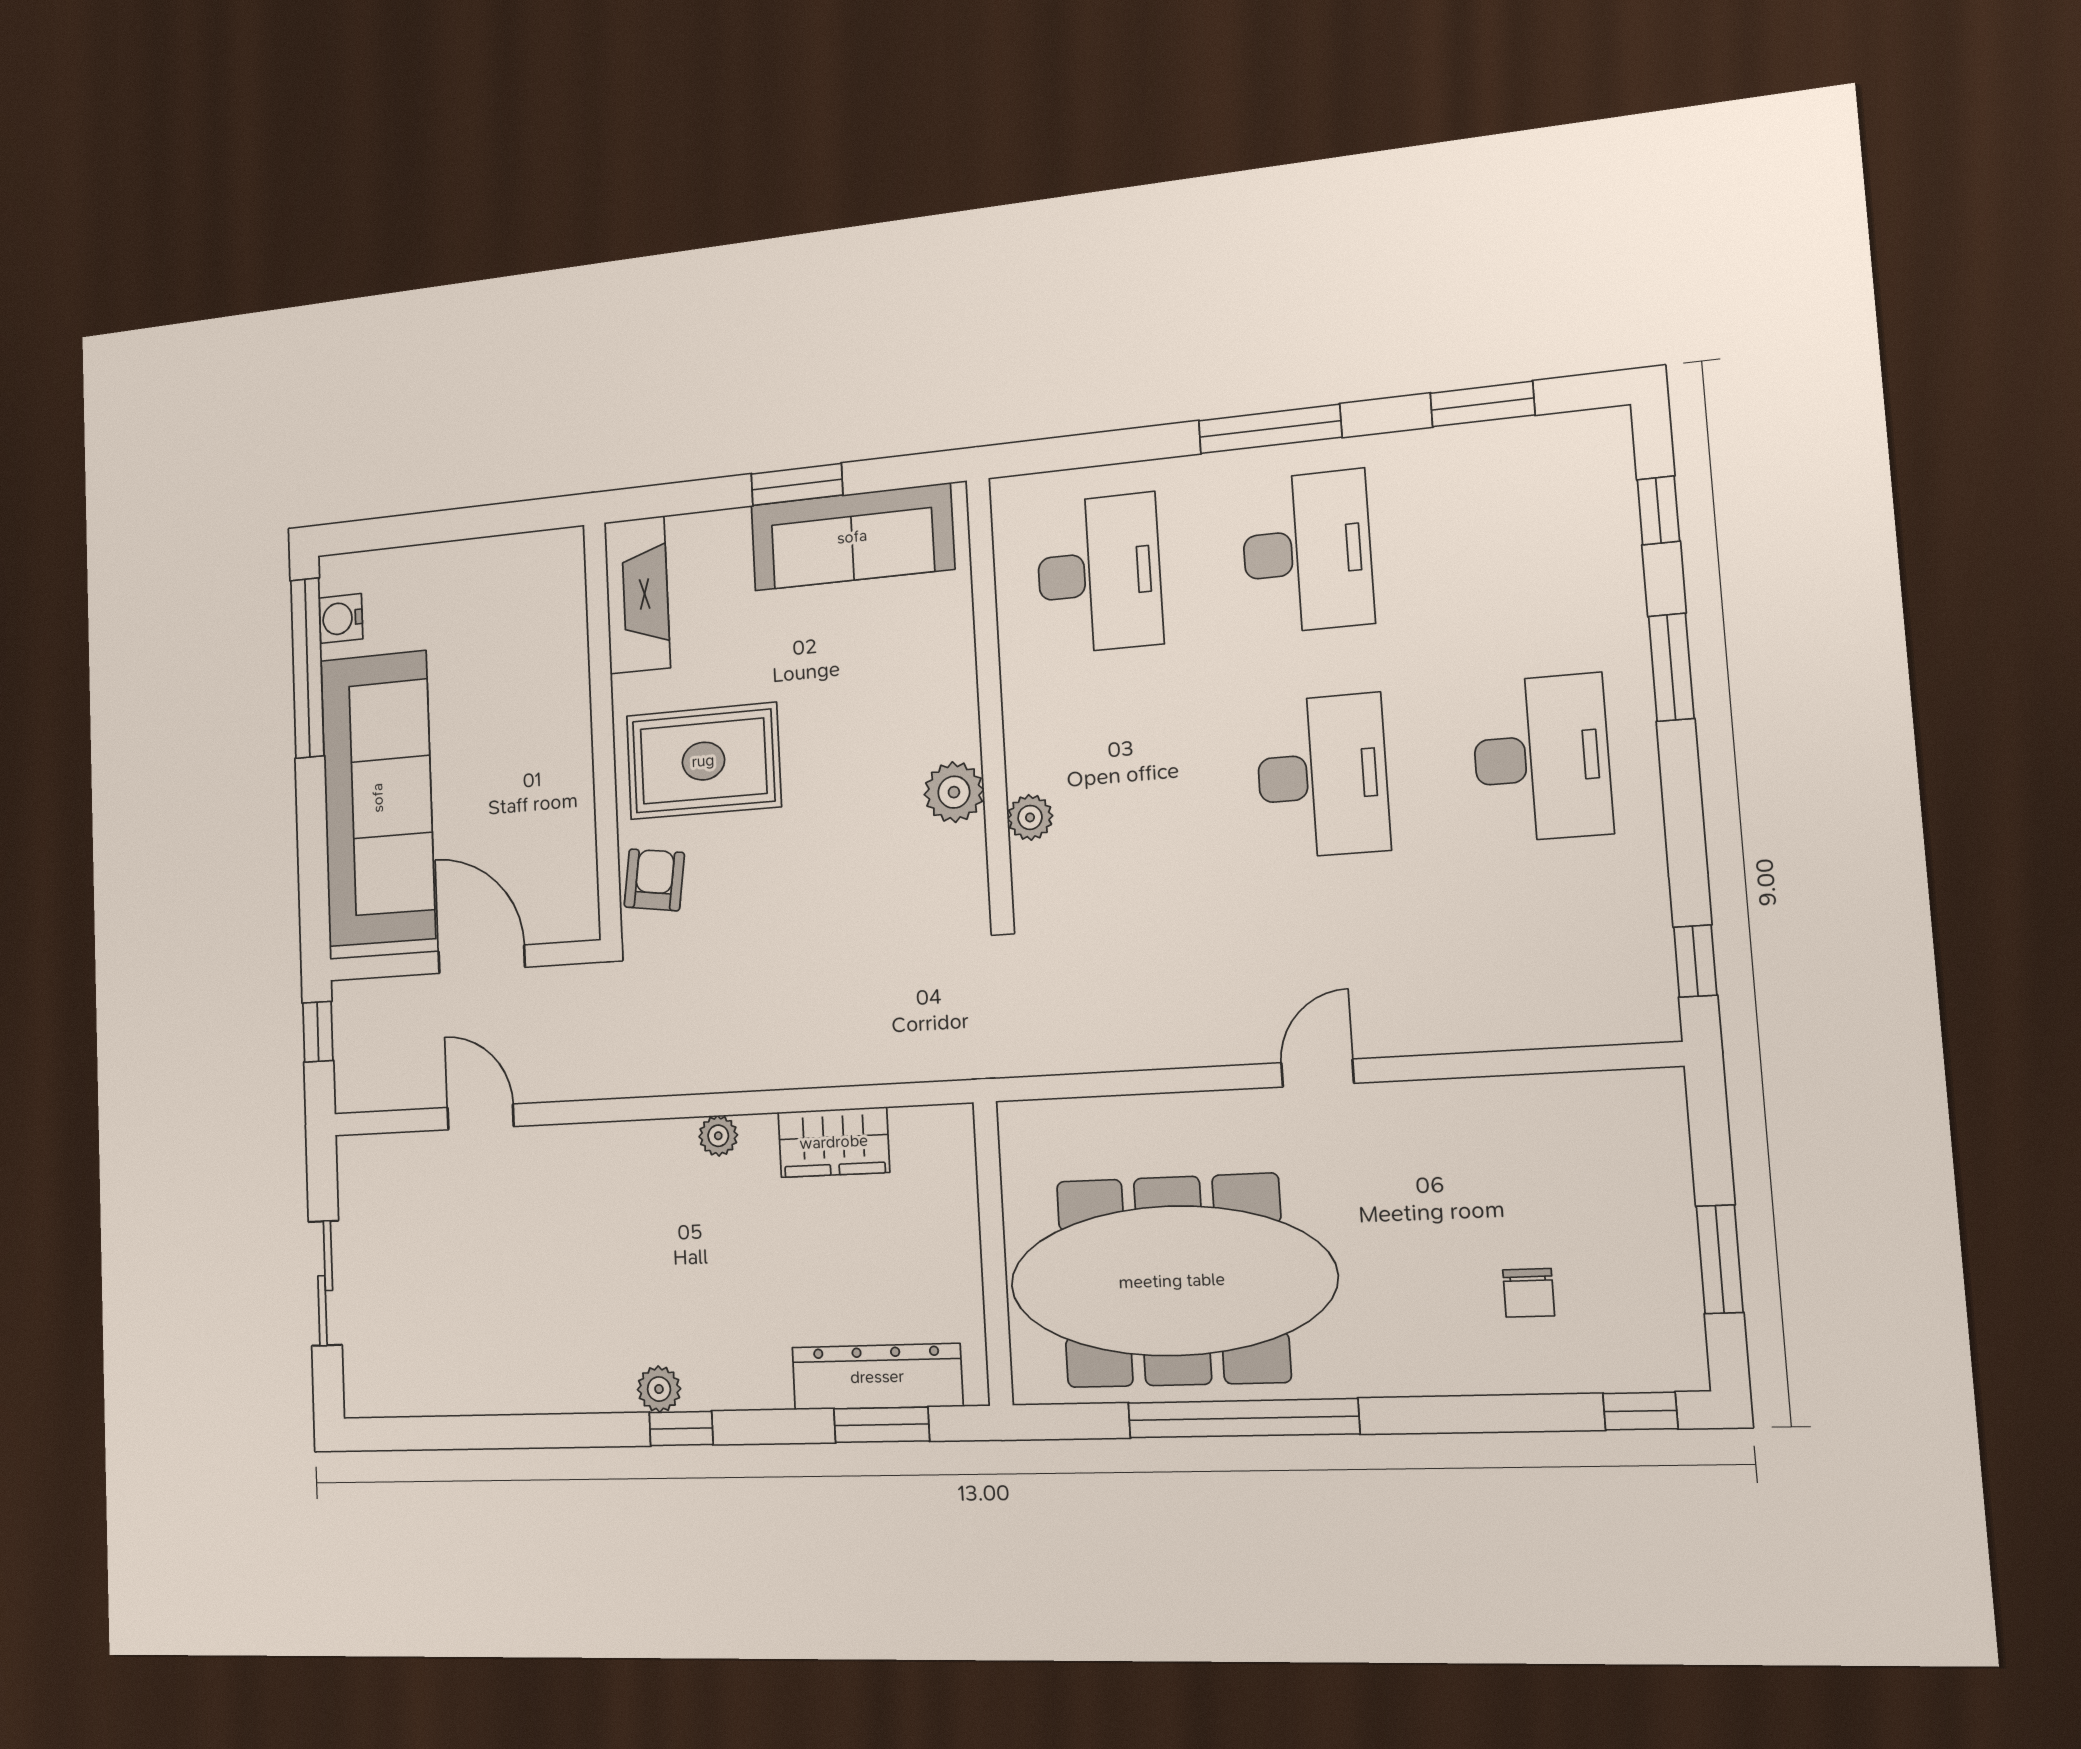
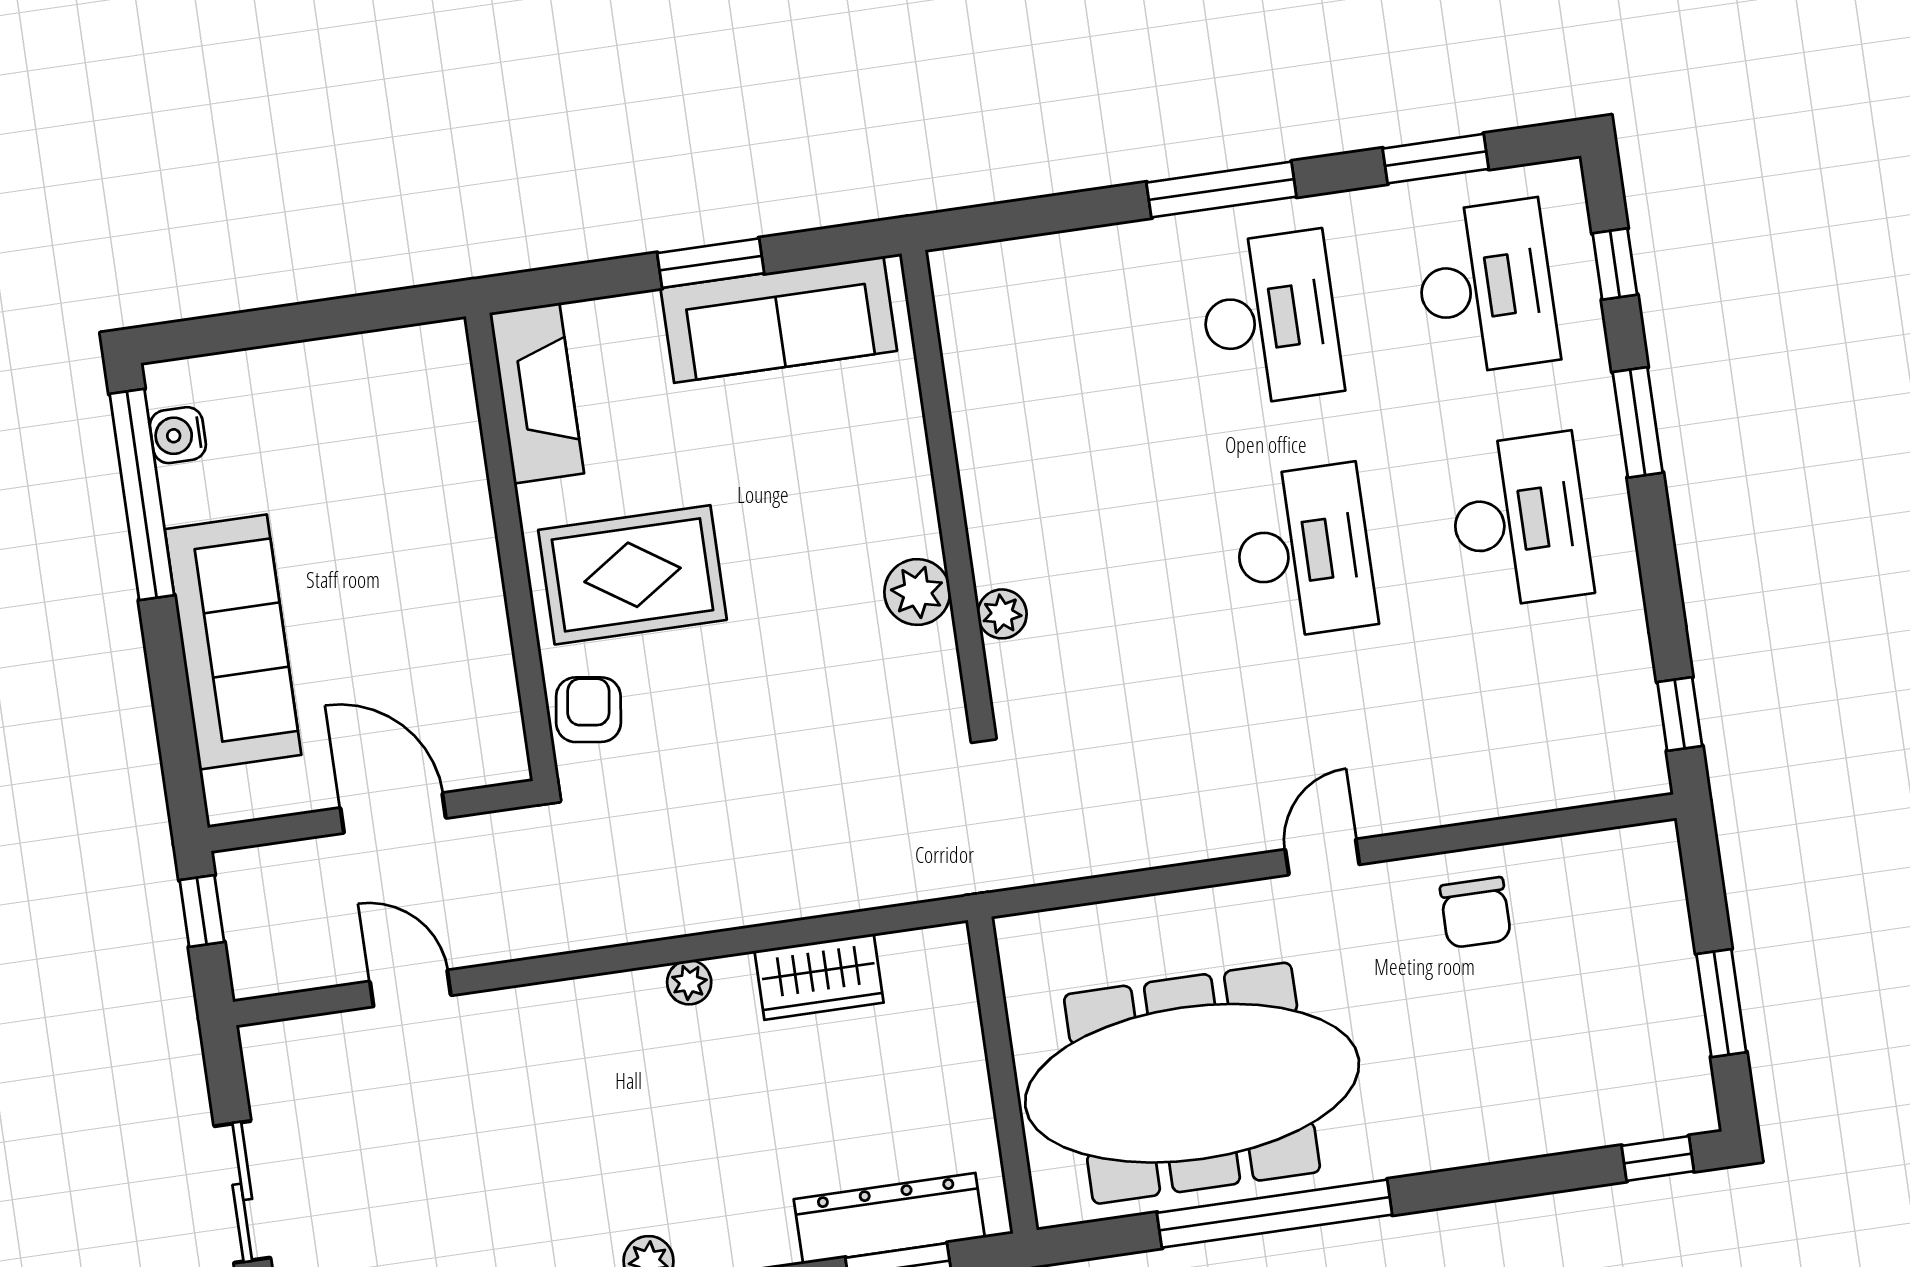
desk: (1099, 574) -> (1486, 287), moved
sofa: (378, 798) -> (233, 642), width x0.74, depth x0.79
chair: (1529, 1293) -> (1475, 913), moved, width x1.37, depth x1.37

